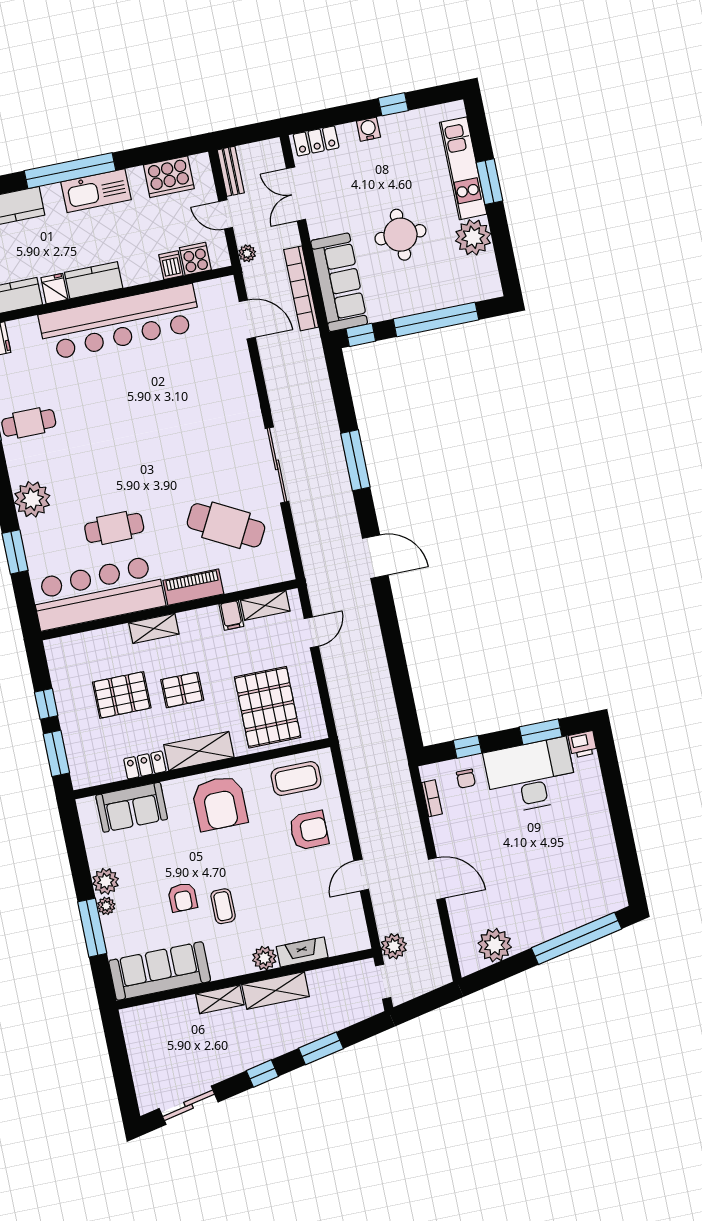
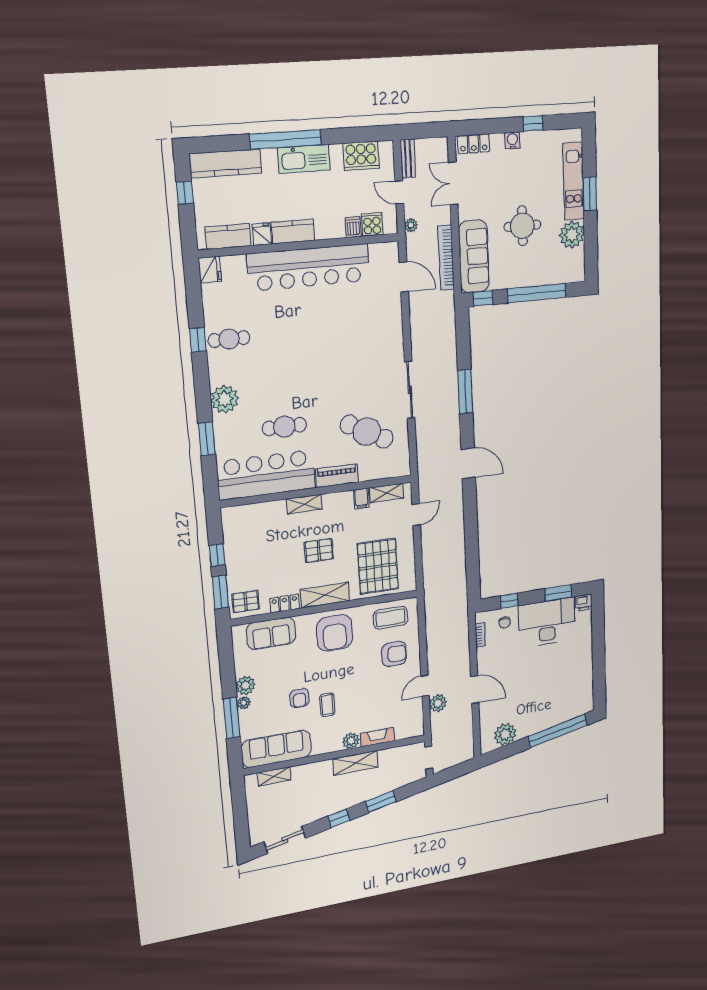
pallet: (122, 695) -> (246, 602), moved, width x0.67, depth x0.71
plant: (394, 946) -> (438, 703), moved
shelving: (220, 999) -> (274, 776), moved

